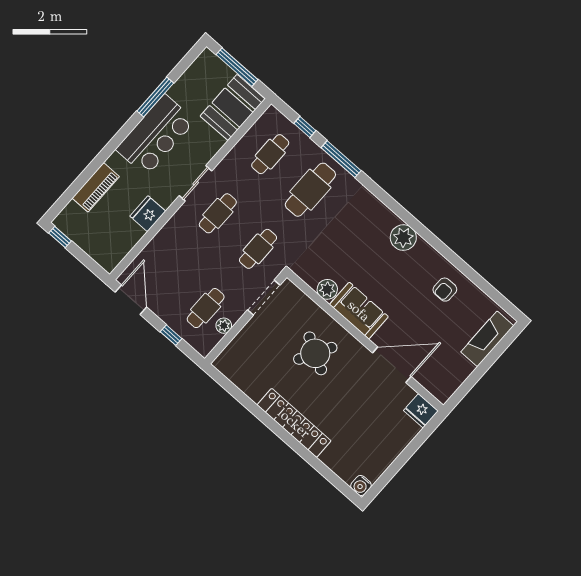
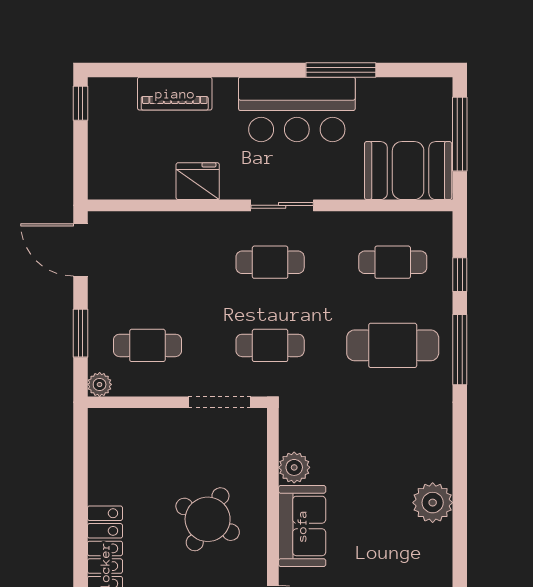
door: (131, 300) -> (80, 250), swing flipped
plant: (224, 326) -> (100, 384), moved
window: (171, 335) -> (80, 333), width x1.50

